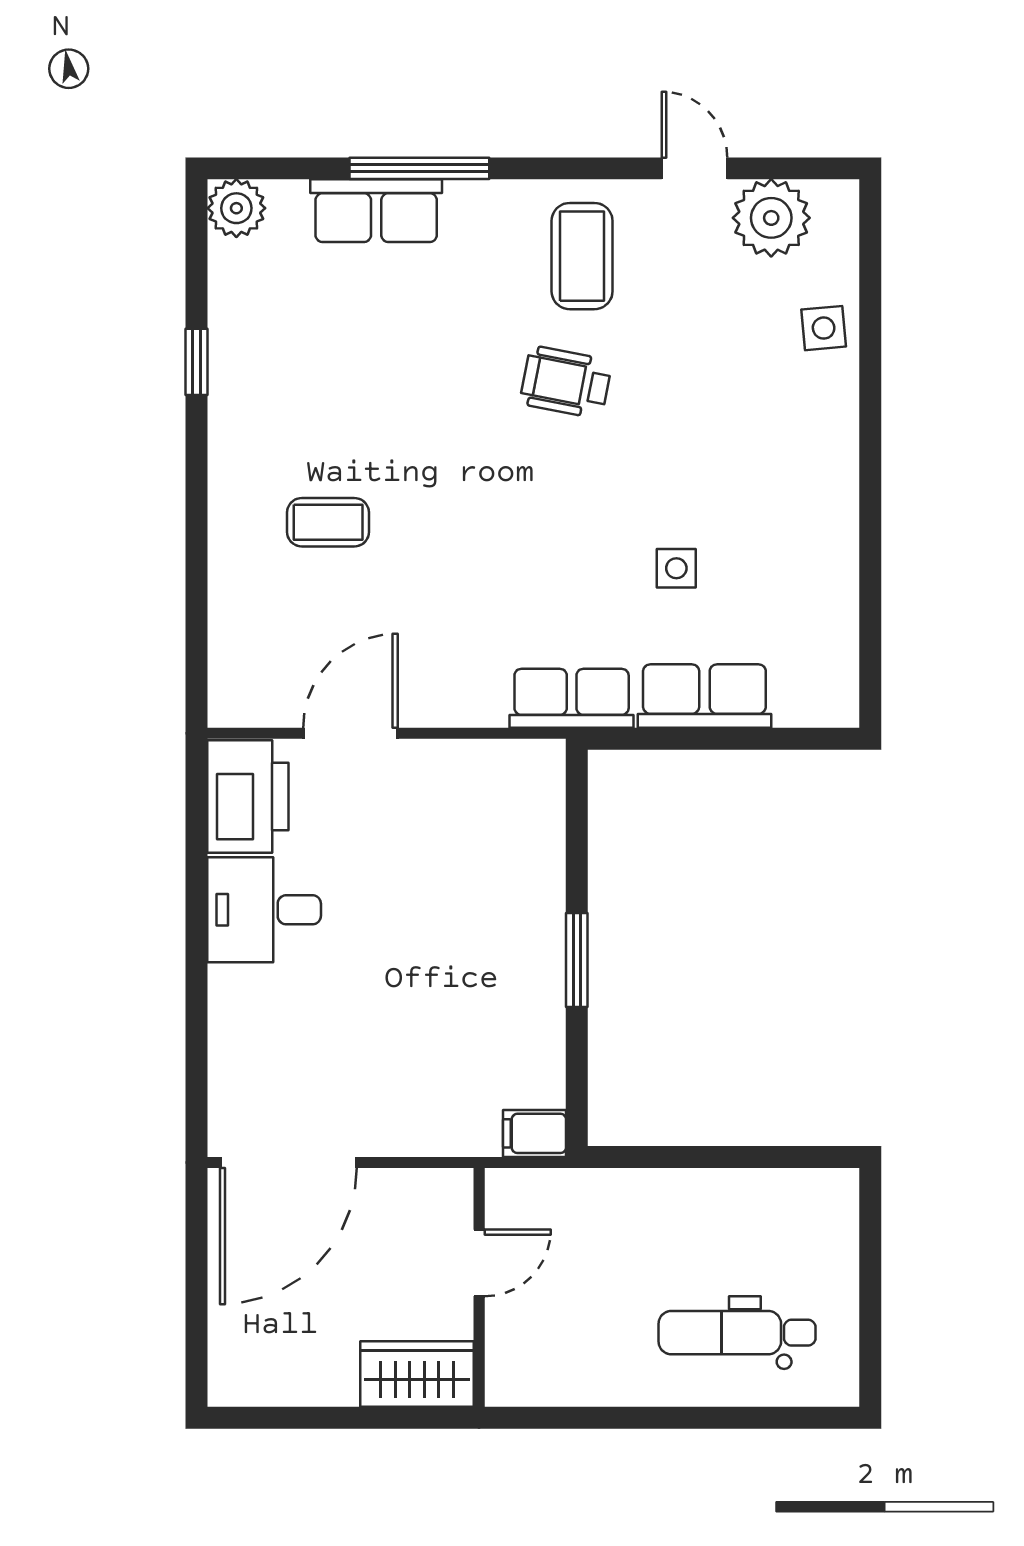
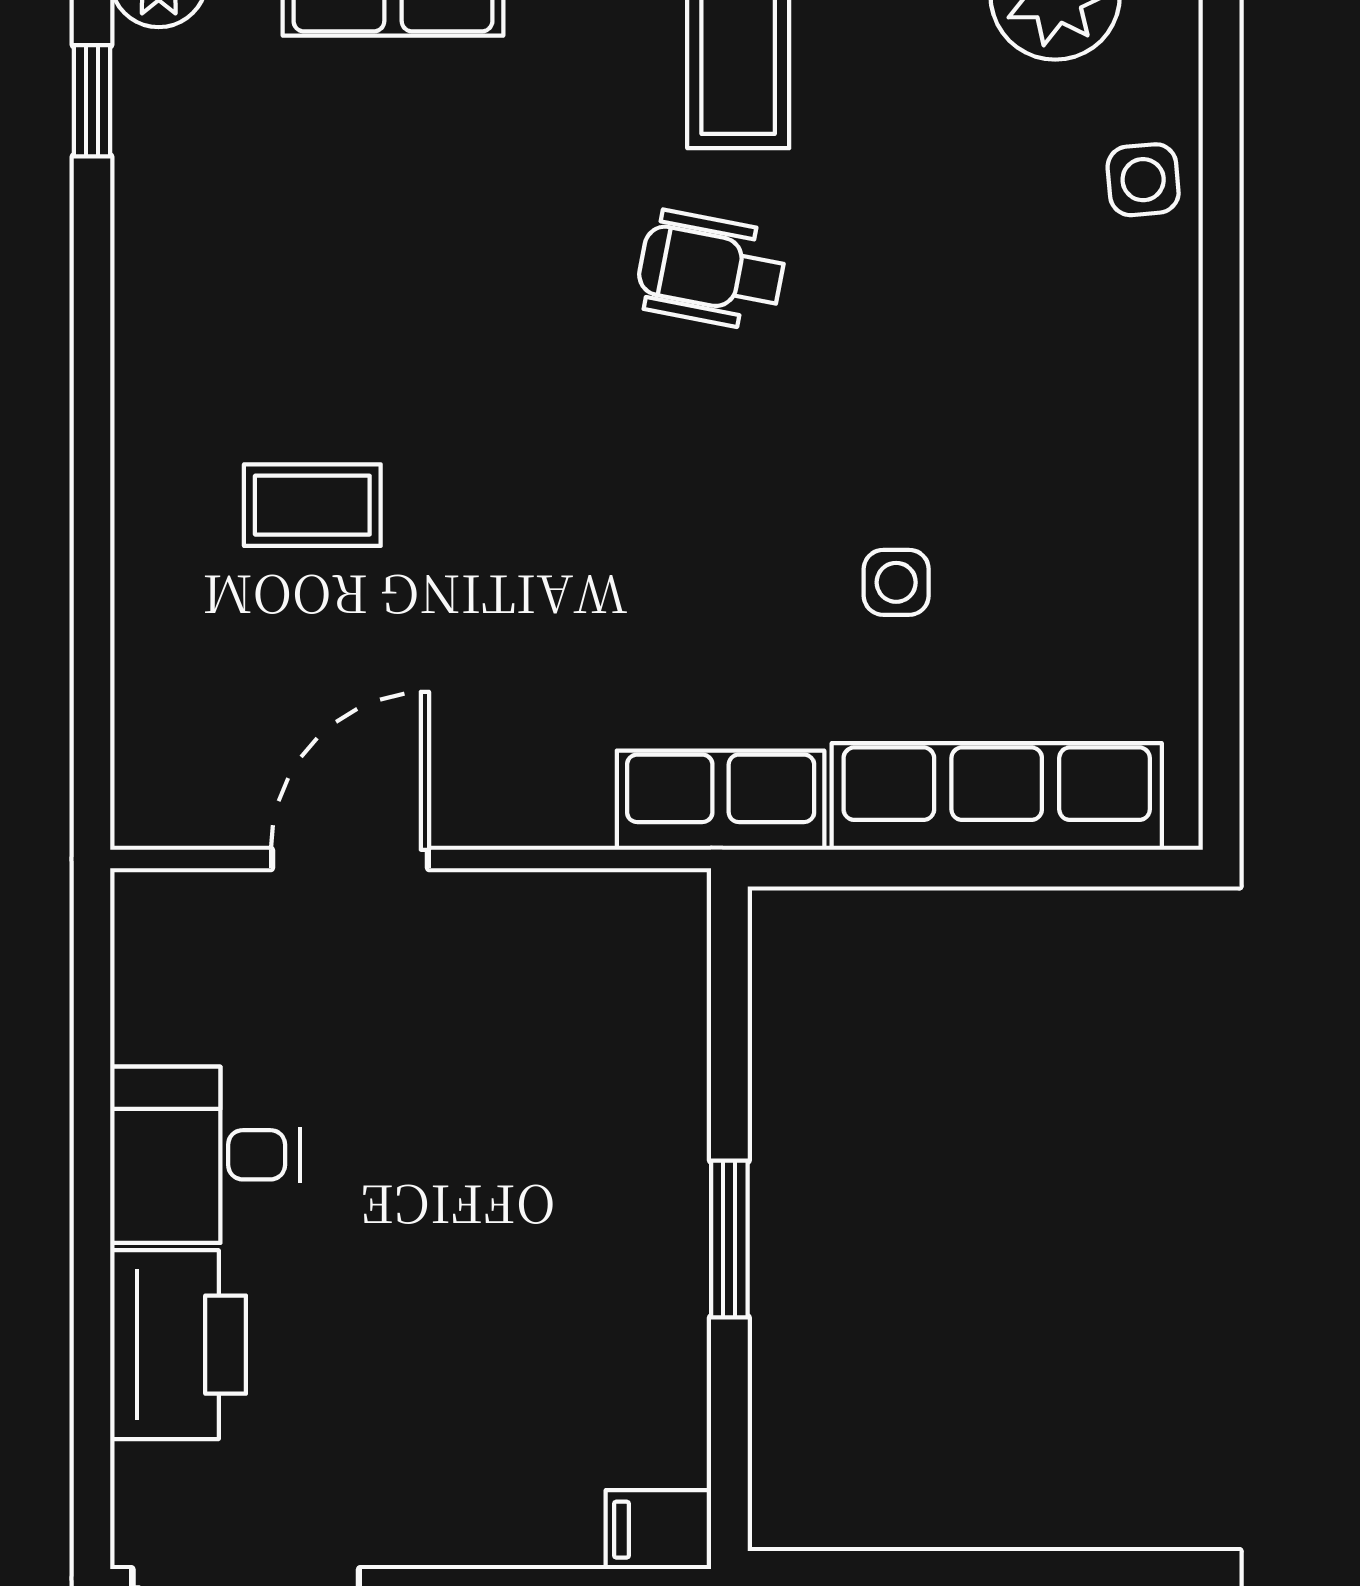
window: (197, 362) -> (92, 101), moved
row of seats: (704, 696) -> (997, 796), width x1.48
printer: (248, 797) -> (178, 1345), moved

